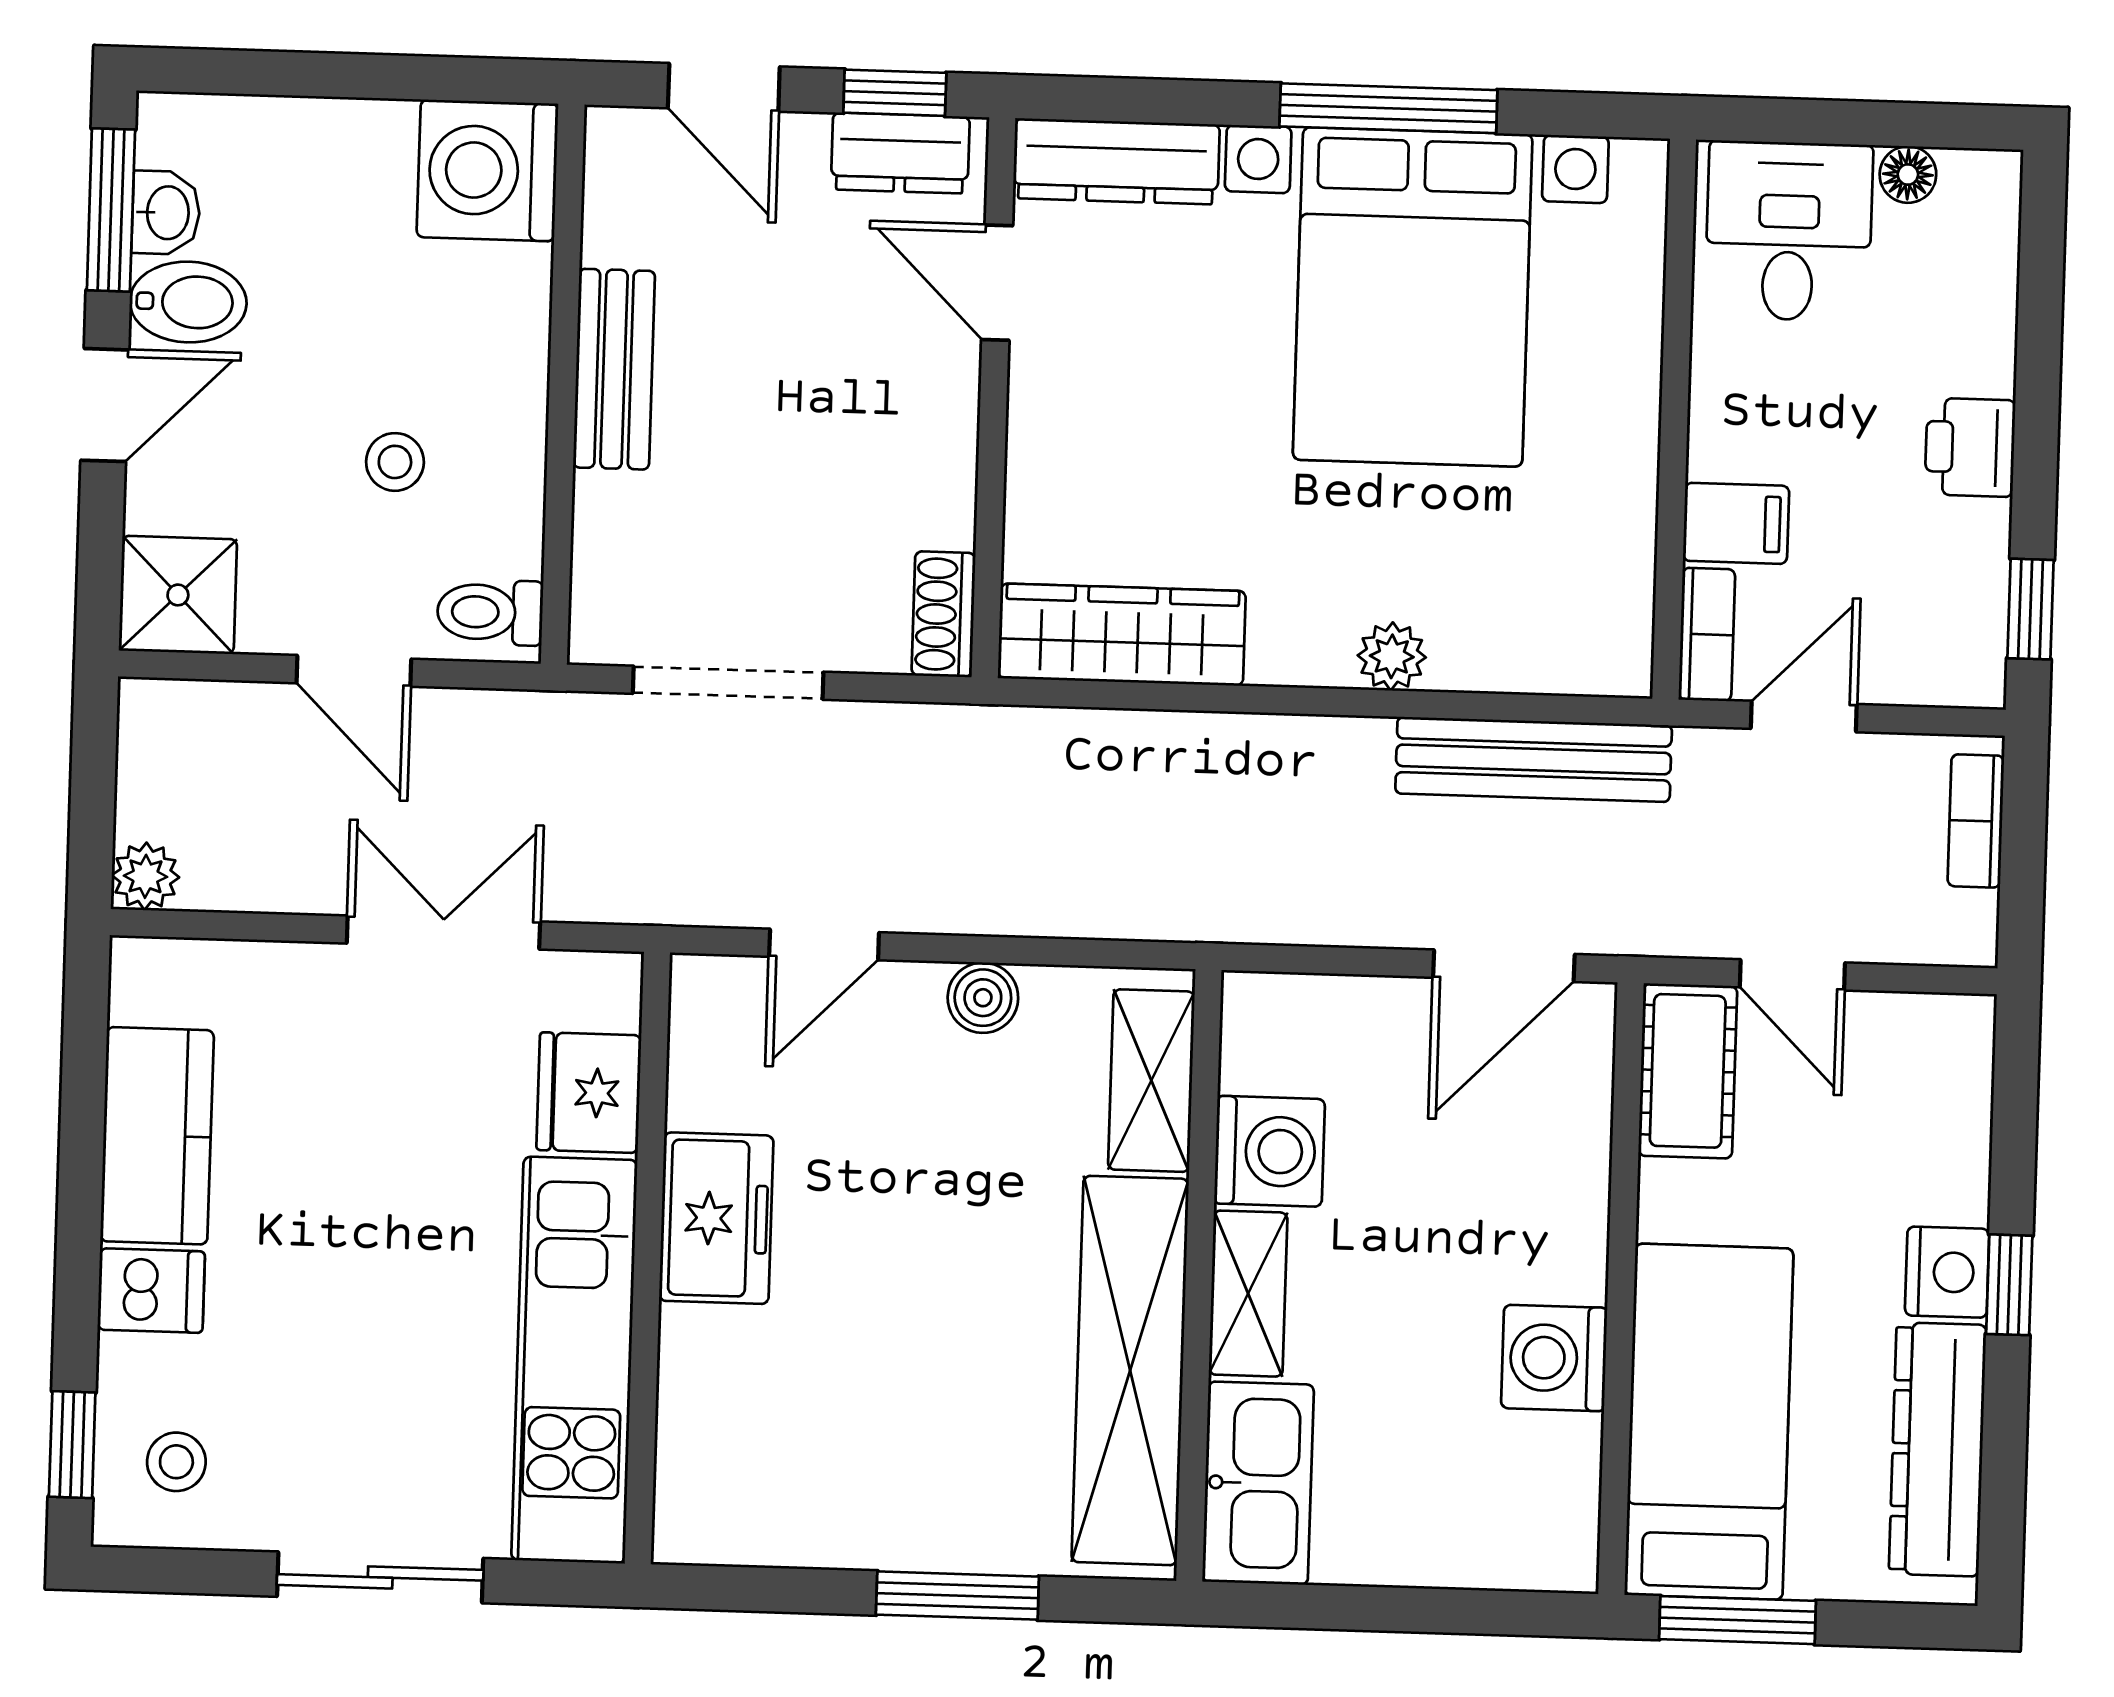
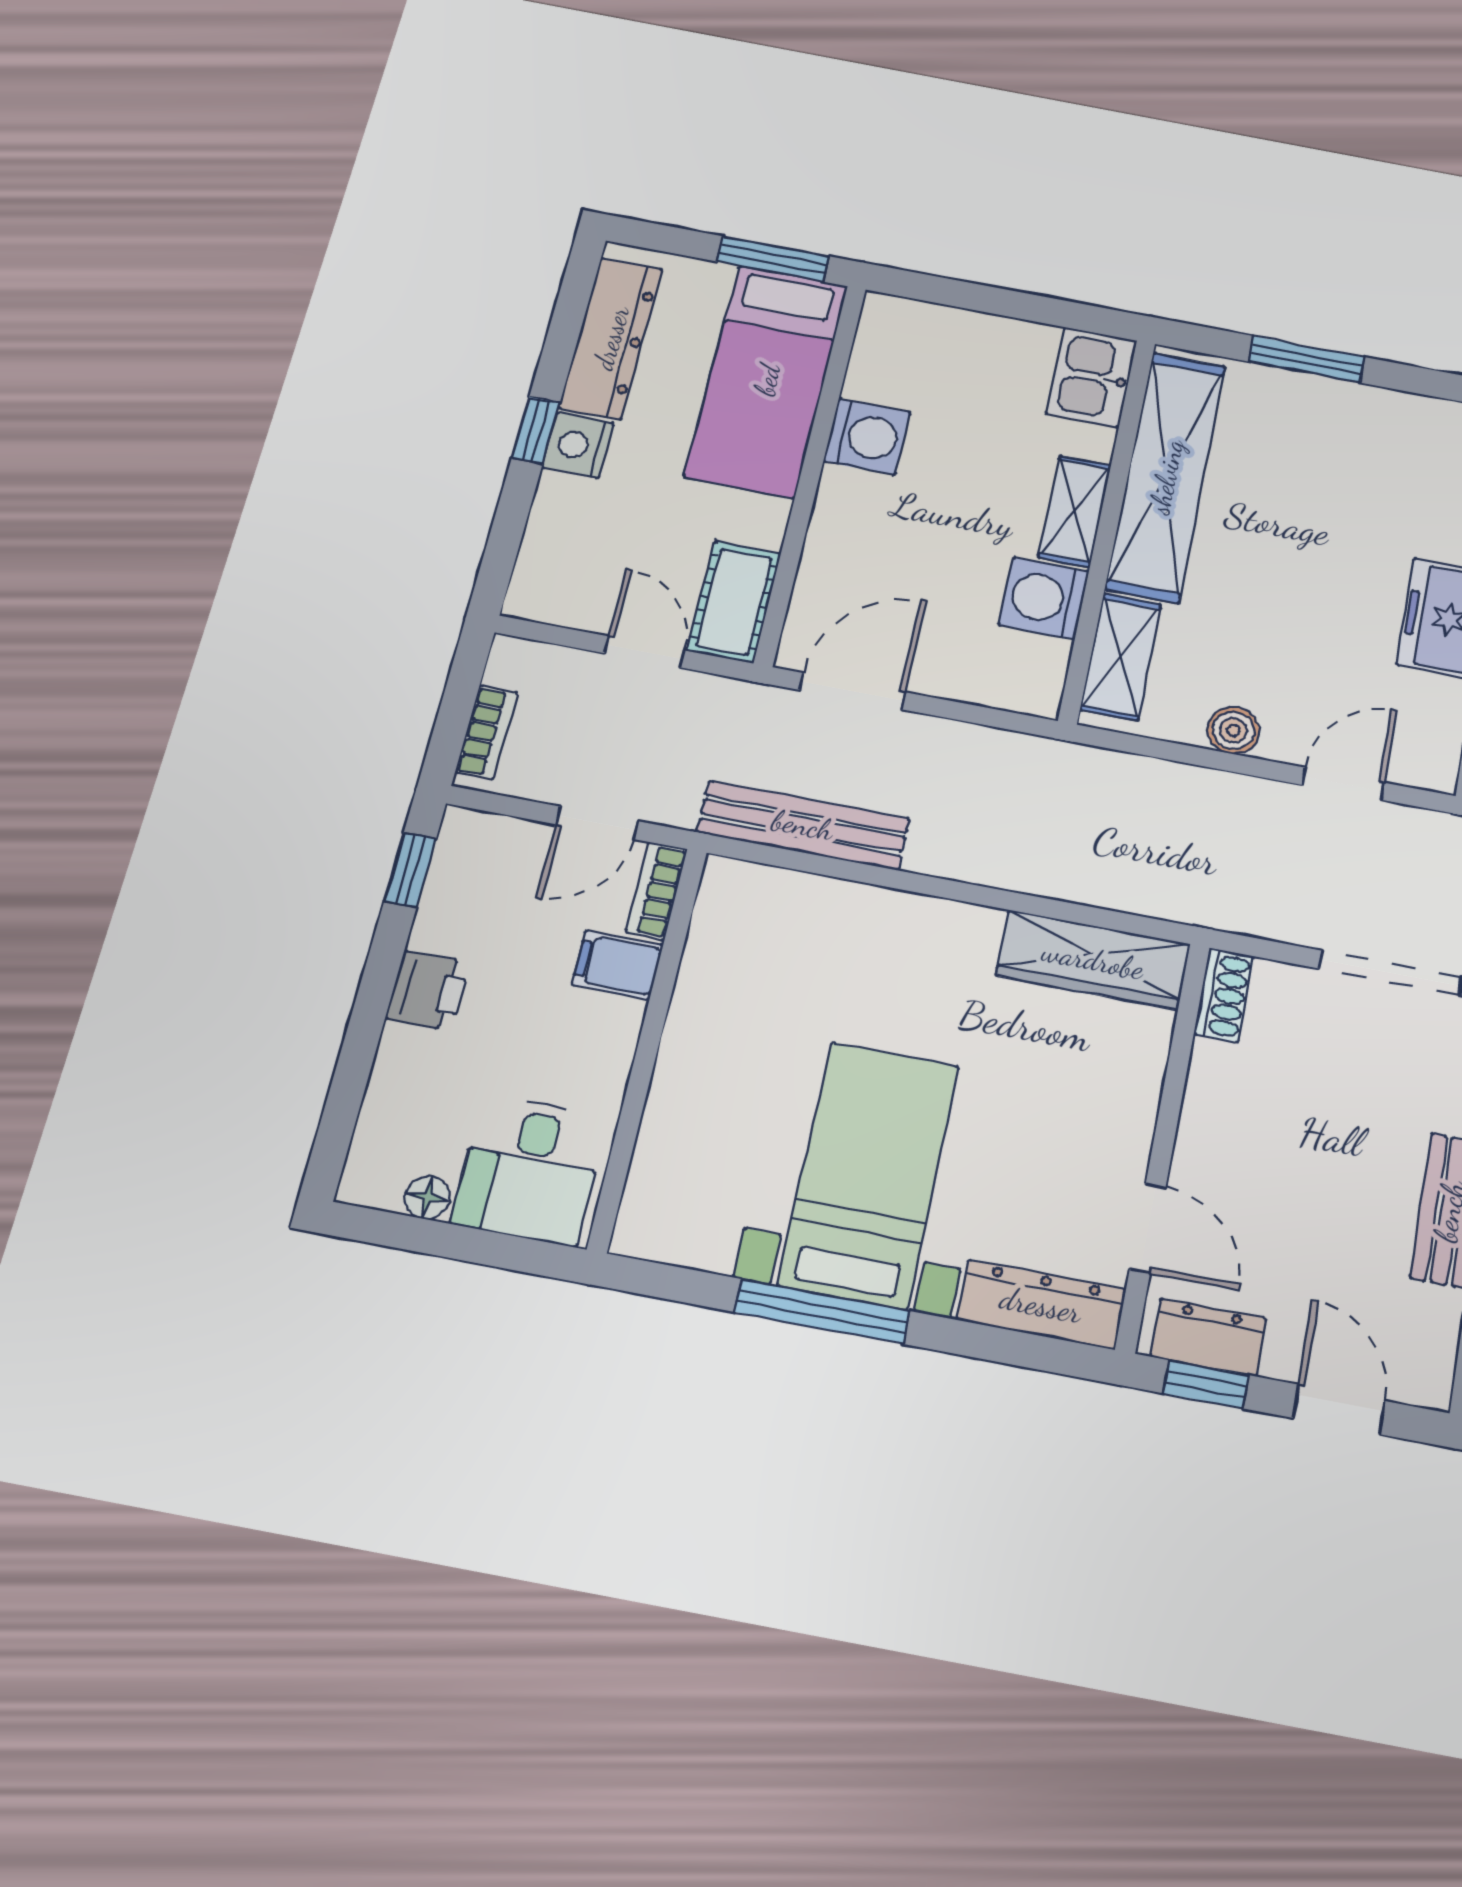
bed with nightstands: (1413, 297) -> (869, 1174), width x0.73
plant: (1392, 656) -> (895, 913), removed
kitchen sink: (1258, 1483) -> (1092, 377), width x0.73

